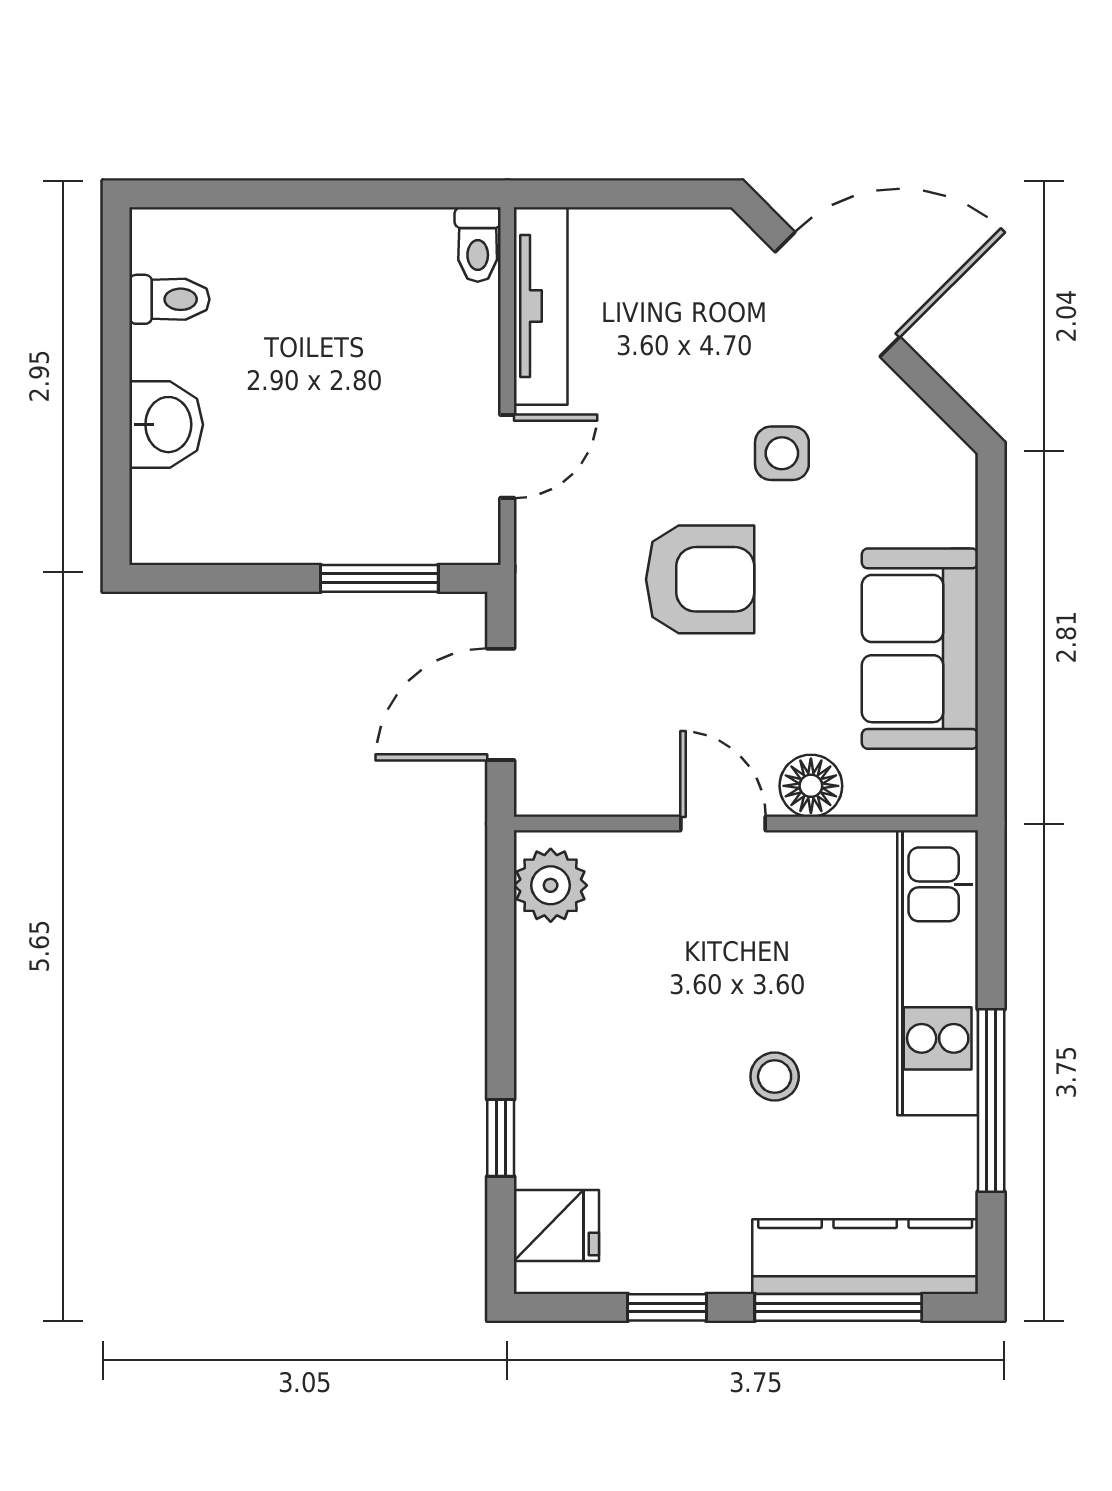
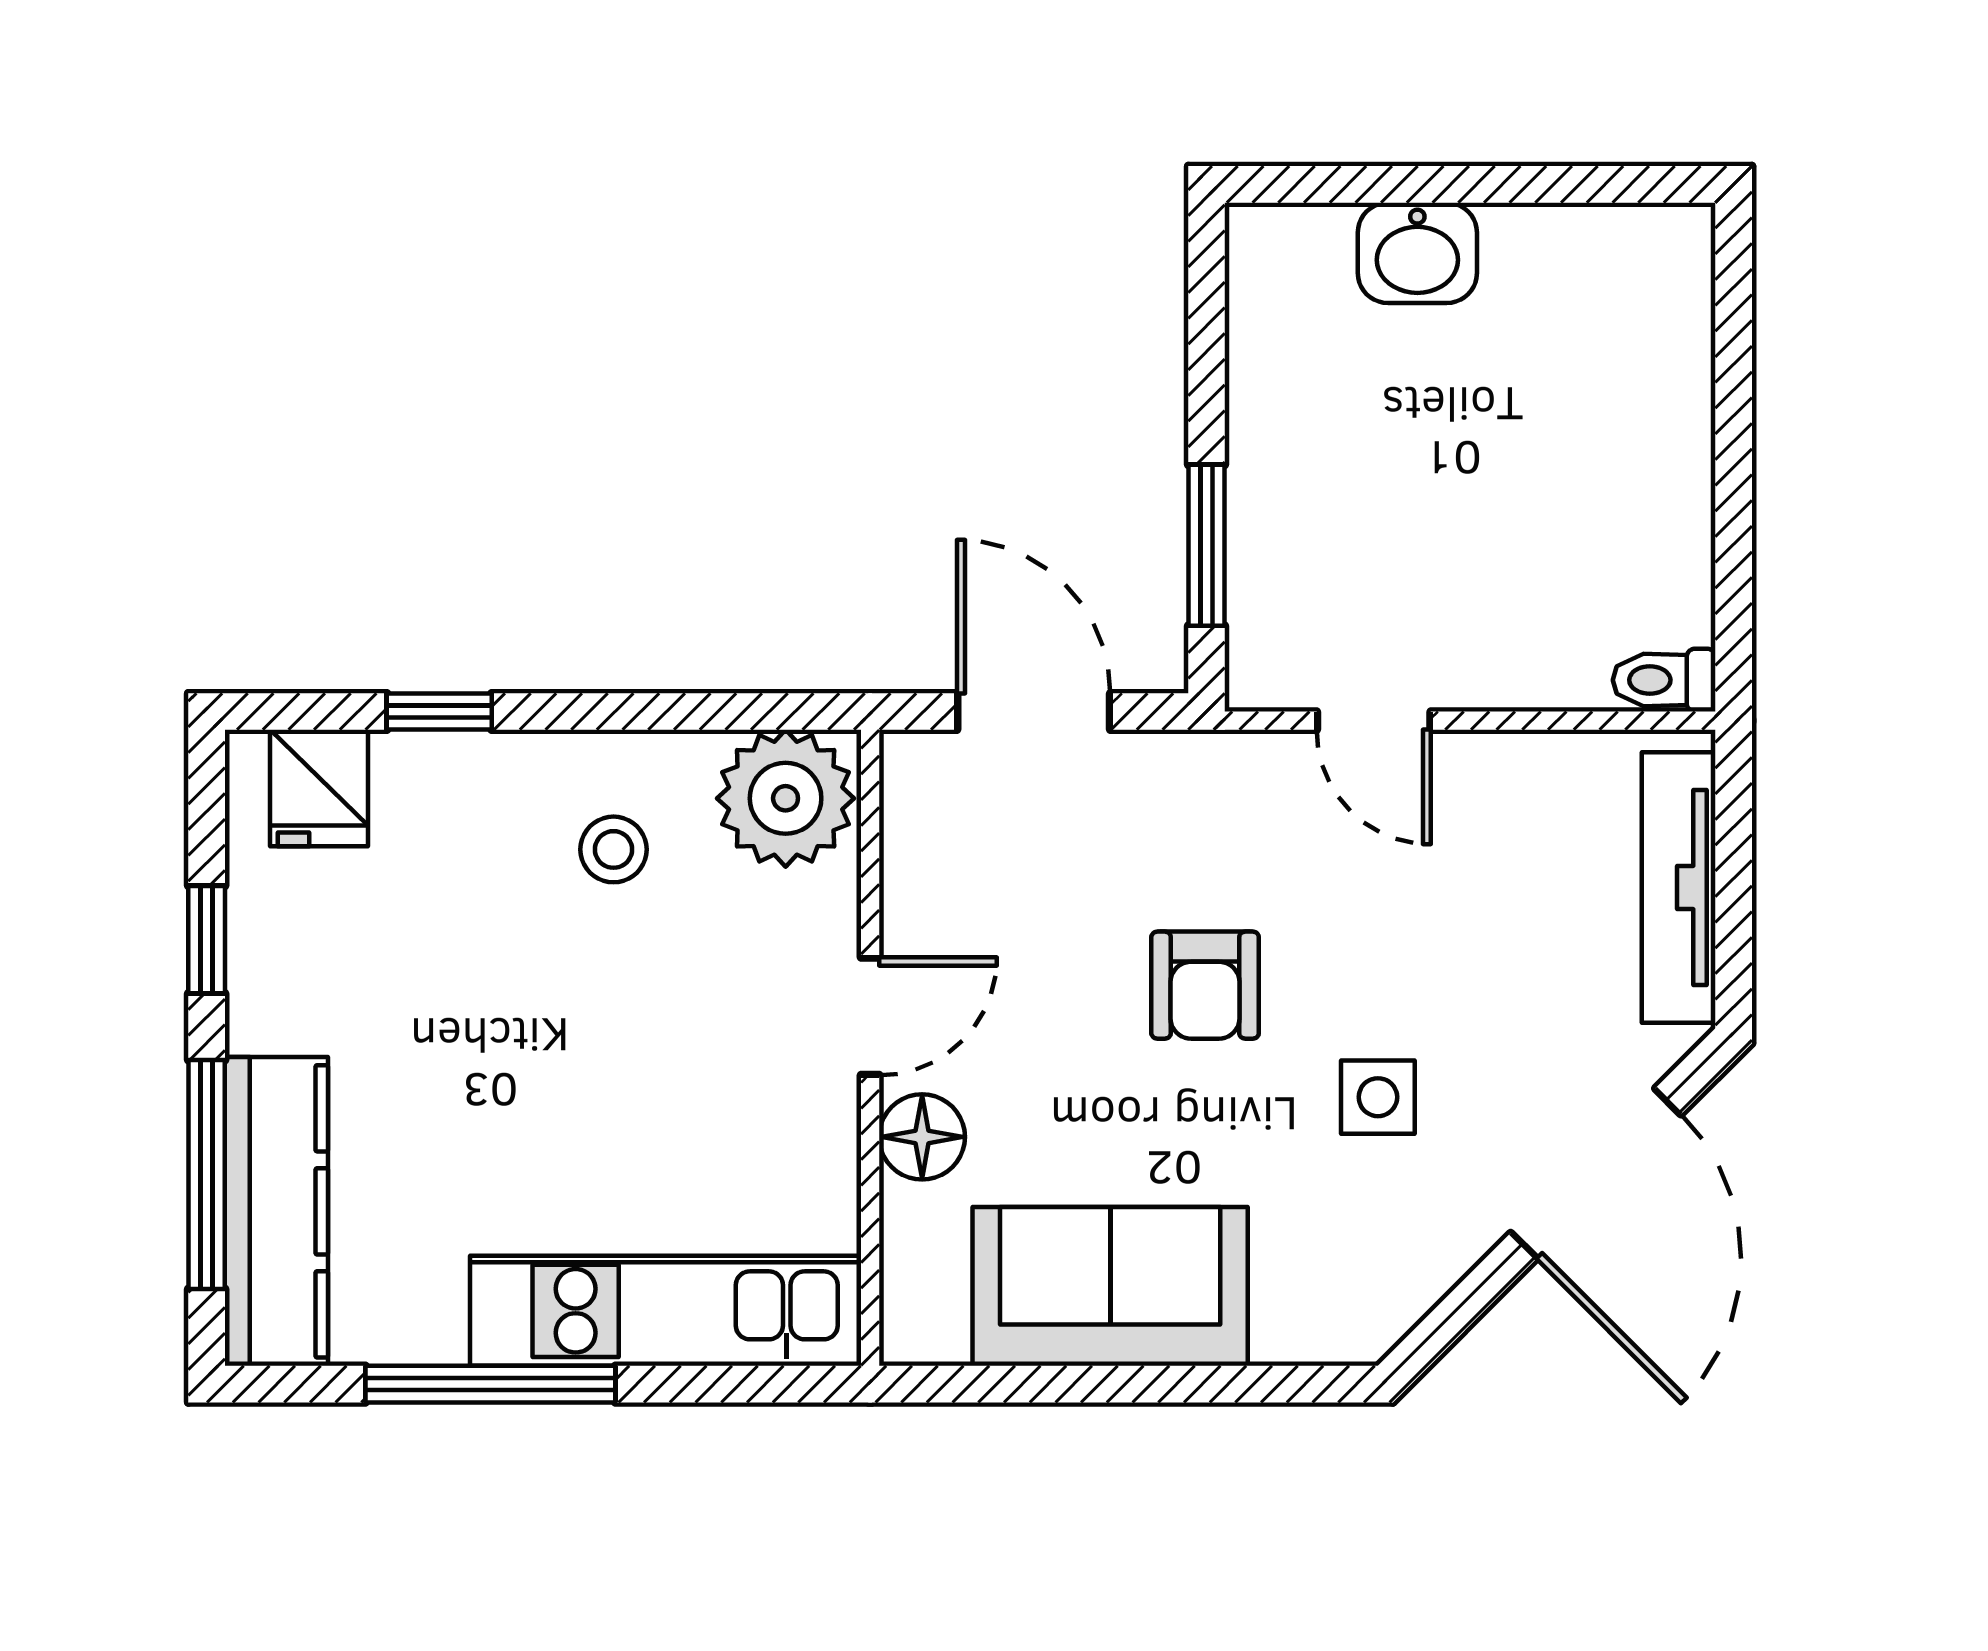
toilet: (169, 299) -> (1589, 257), removed
tv unit: (541, 306) -> (1679, 887), moved, turned 90
armchair: (700, 579) -> (1205, 985), width x0.72, depth x0.72
plant: (551, 885) -> (786, 798), width x1.36, depth x1.36
stool: (775, 1077) -> (614, 849), moved

